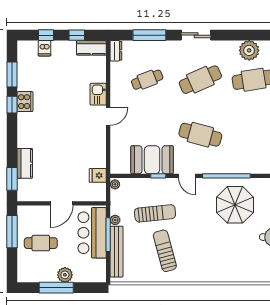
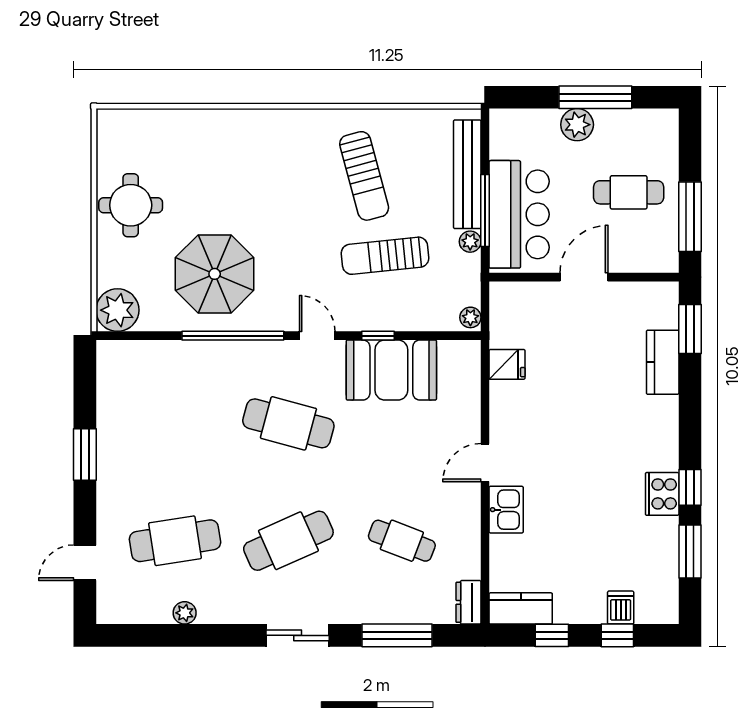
plant: (249, 50) -> (185, 613), width x0.53, depth x0.53
cafe table: (147, 80) -> (402, 541), turned 42
fridge: (98, 175) -> (507, 364), moved

